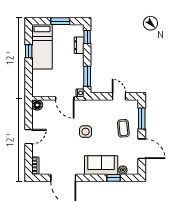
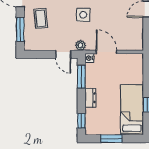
dresser: (79, 45) -> (90, 98), moved
door: (119, 96) -> (63, 54), moved
plant: (88, 104) -> (81, 45), added
floor lamp: (37, 105) -> (137, 45), removed

